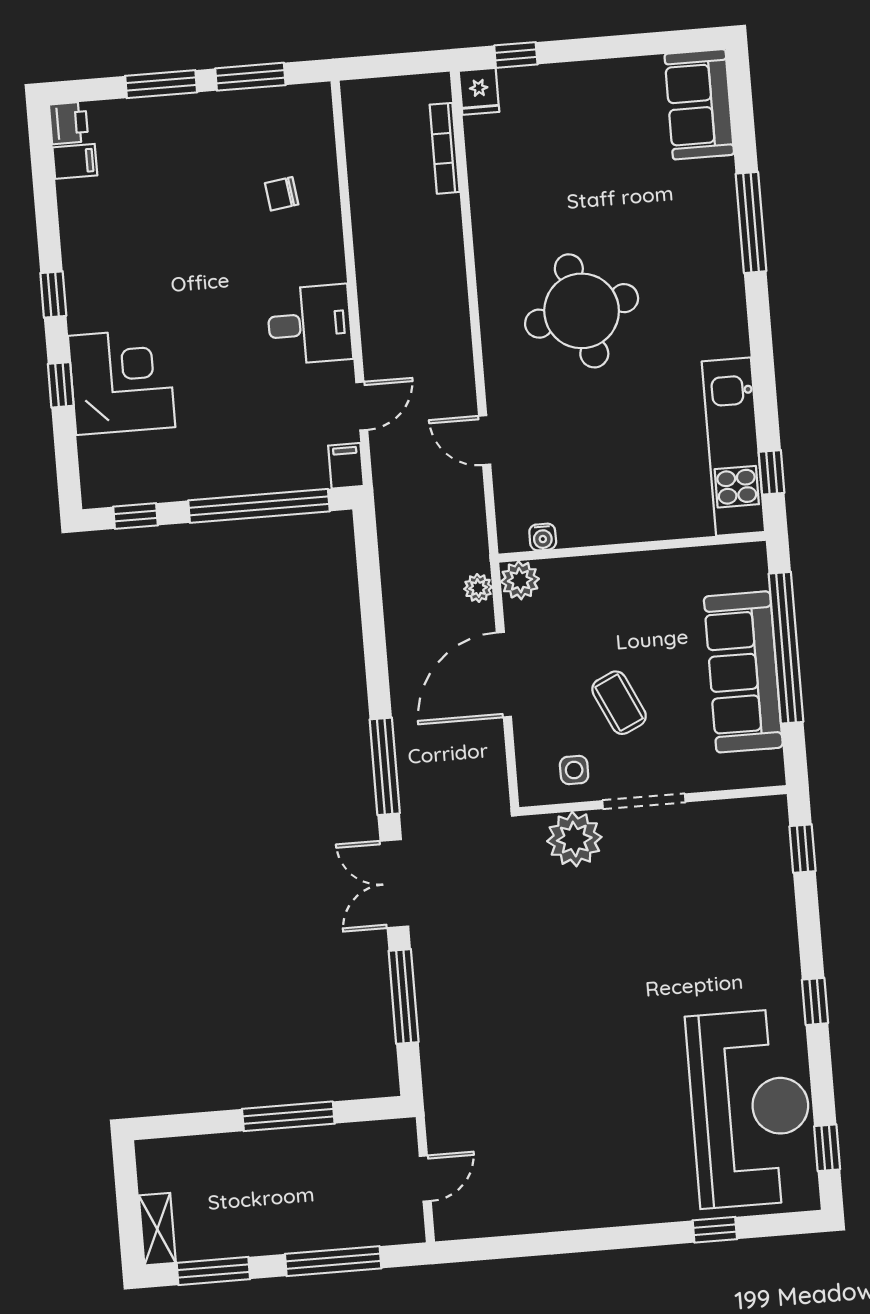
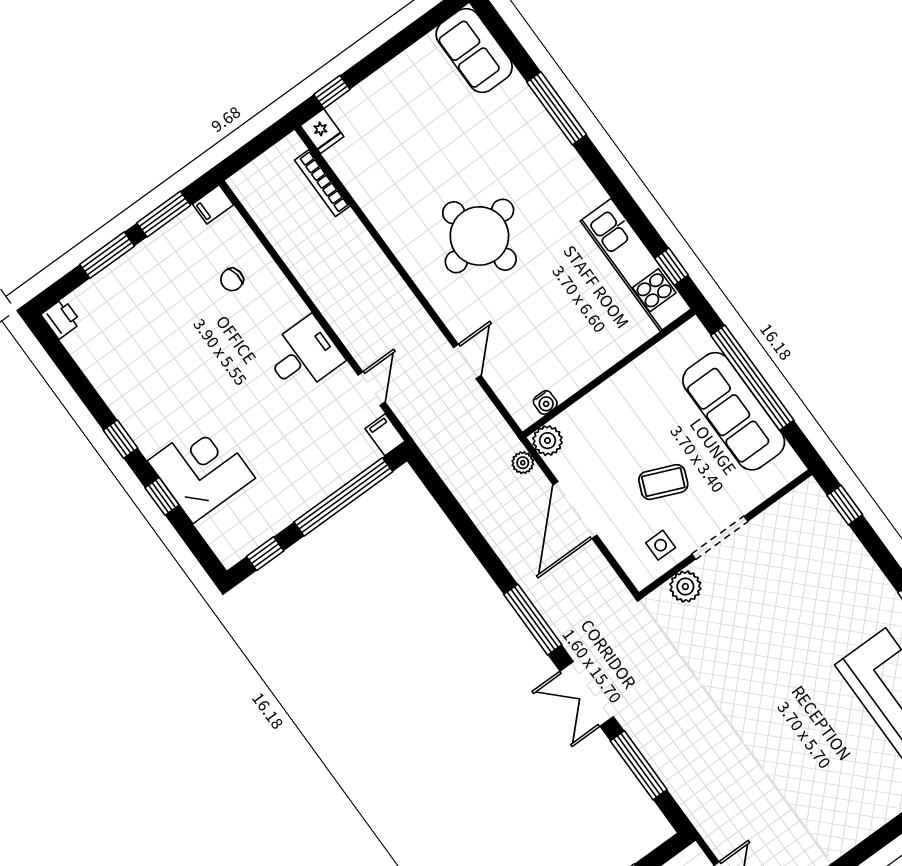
filing cabinet: (75, 161) -> (213, 204), moved, turned 180
door: (485, 440) -> (467, 362), swing flipped
coffee table: (619, 703) -> (663, 482), turned -42
plant: (574, 839) -> (685, 587), width x0.73, depth x0.73

